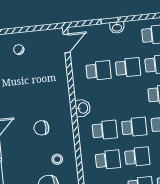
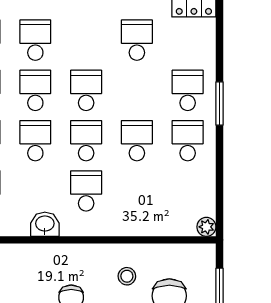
school desk: (108, 160) -> (35, 141), moved

